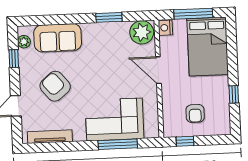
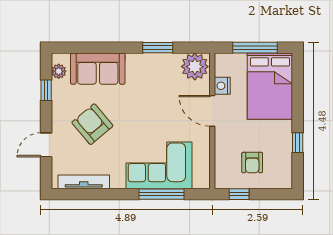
nightstand: (165, 28) -> (222, 86), moved

